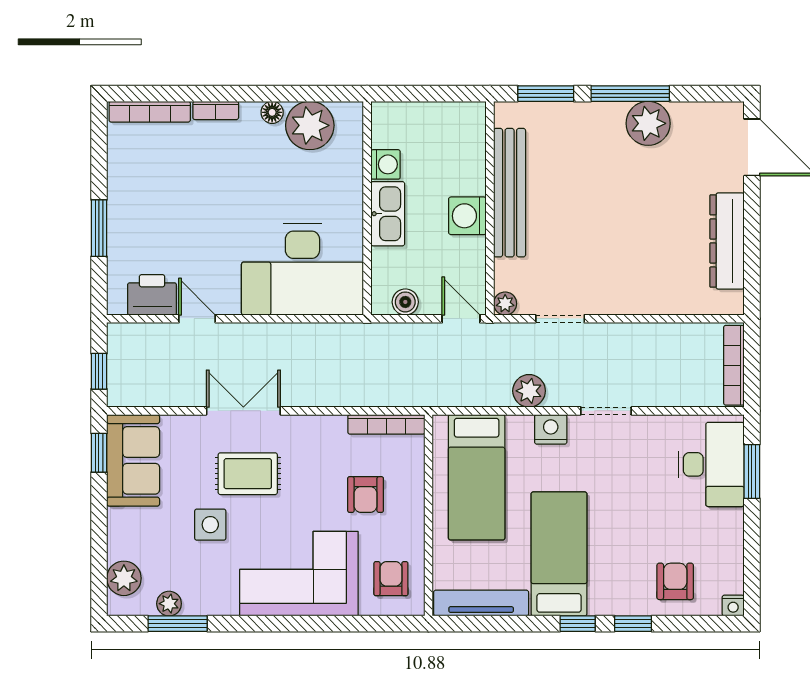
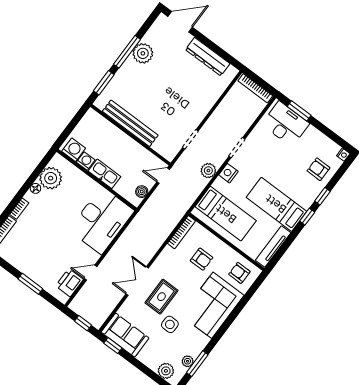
washing machine: (467, 216) -> (74, 150), moved, turned 180
plant: (505, 304) -> (170, 155), removed

